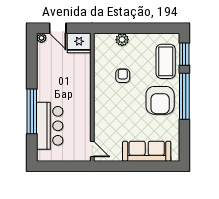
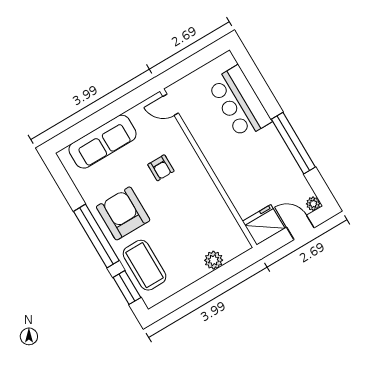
armchair: (123, 76) -> (161, 168), moved
window: (32, 111) -> (293, 143), moved

